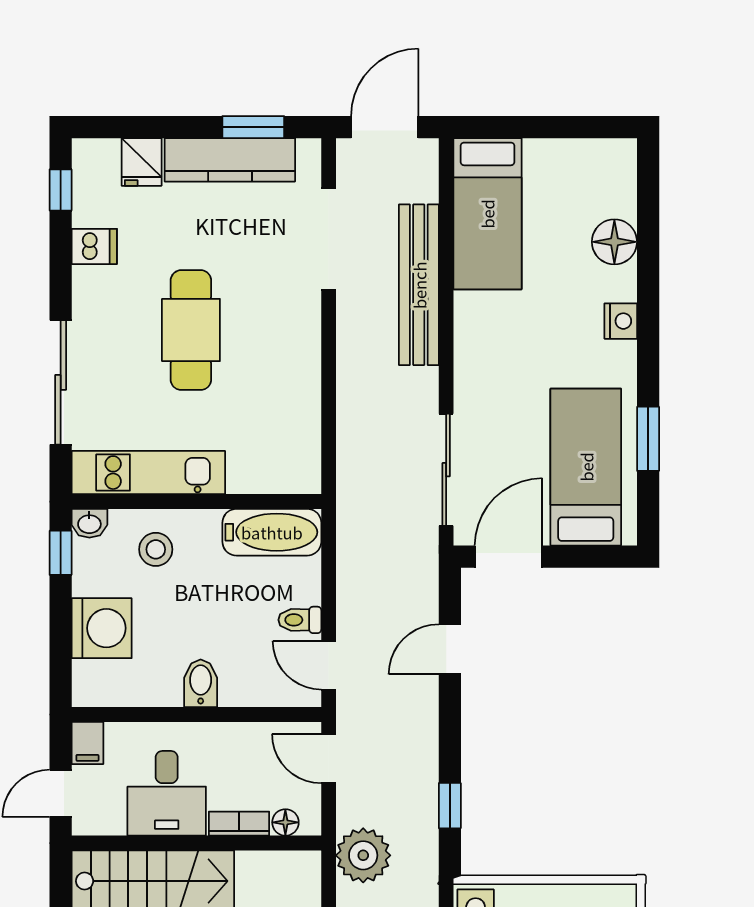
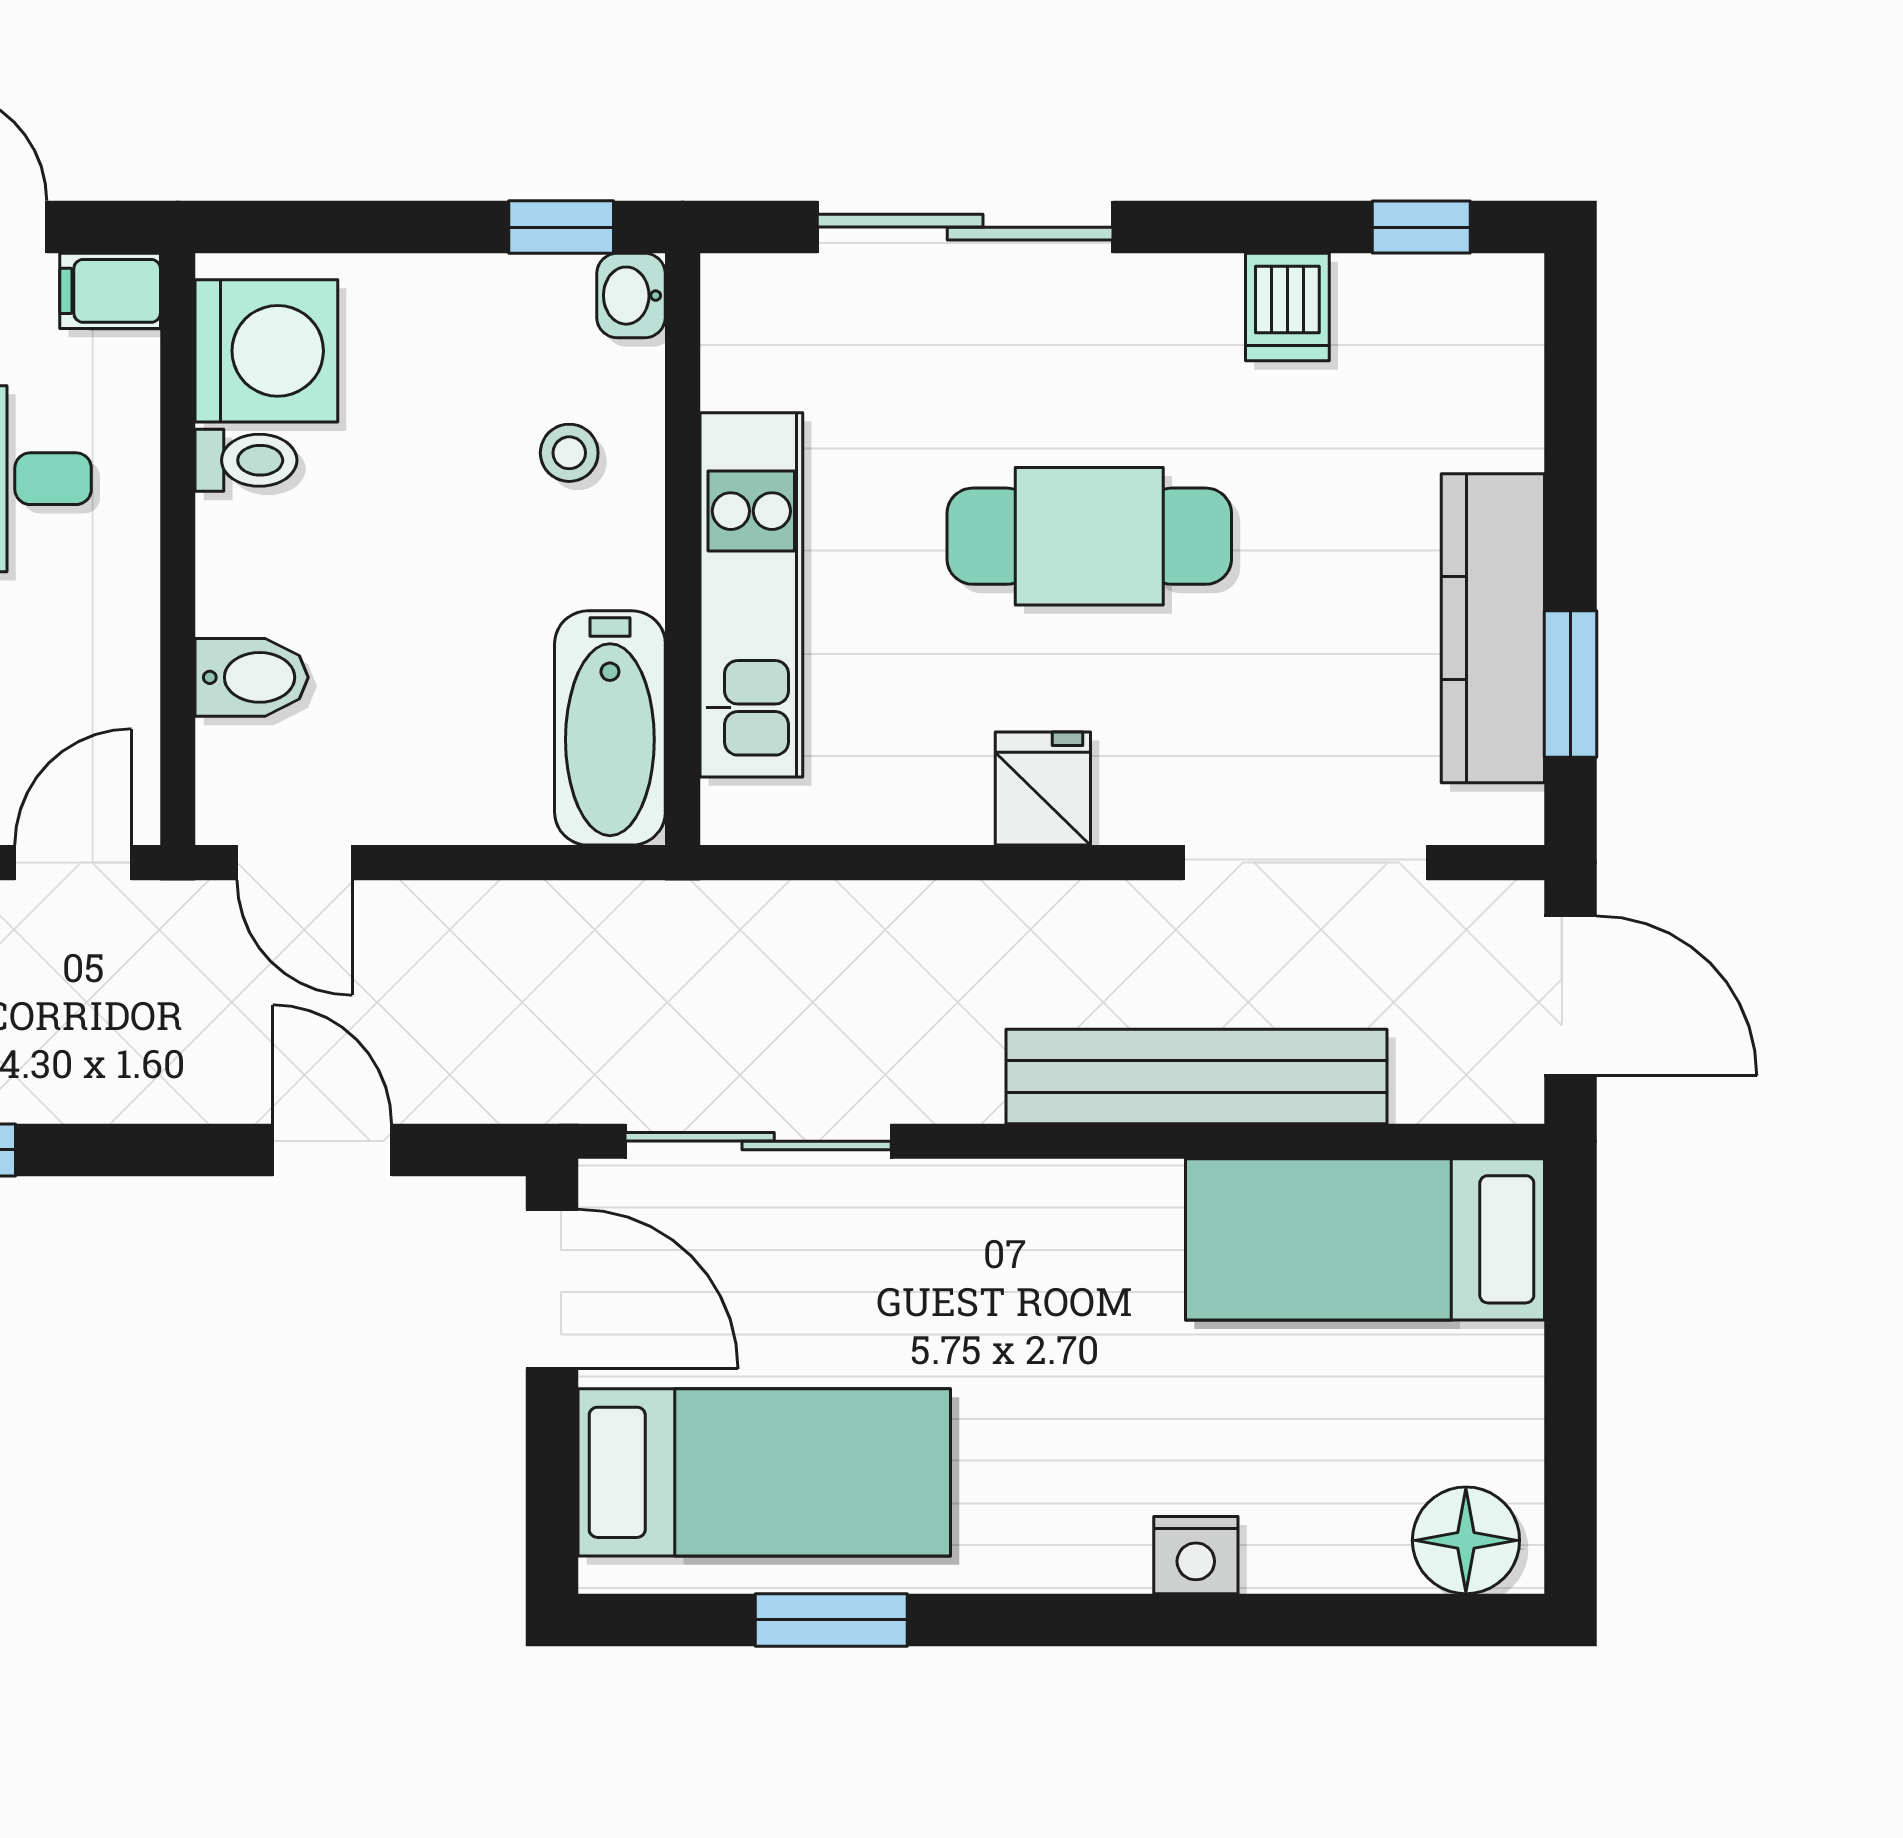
fridge: (142, 162) -> (1043, 789), moved, turned 90
floor lamp: (614, 242) -> (1466, 1540), moved
nightstand: (621, 321) -> (1196, 1555), moved
kitchen unit: (148, 473) -> (751, 595), moved
stool: (156, 549) -> (569, 453), width x0.73, depth x0.73
toilet: (300, 620) -> (246, 460), moved, turned 90
washing machine: (102, 628) -> (266, 351), moved, turned -90
door: (329, 665) -> (294, 863), swing flipped
bidet: (201, 683) -> (252, 677), moved

